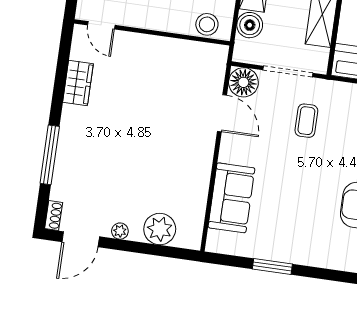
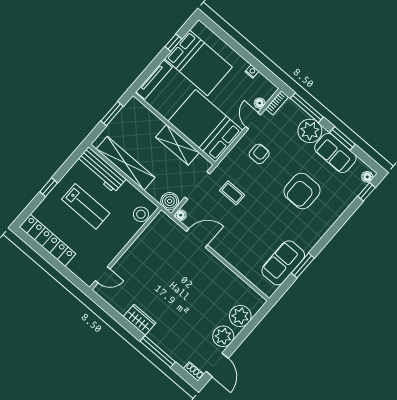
boiler: (250, 25) -> (170, 201), moved
floor lamp: (243, 82) -> (181, 215), width x0.53, depth x0.53
wardrobe: (78, 83) -> (140, 320), moved
sofa: (231, 198) -> (283, 263), moved, turned -90
plant: (120, 231) -> (223, 336), width x1.88, depth x1.88

